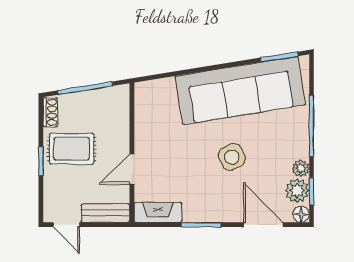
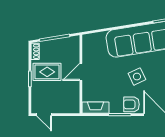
door: (132, 169) -> (81, 72), moved
armchair: (222, 207) -> (131, 104), added
bench: (105, 213) -> (66, 108), removed

